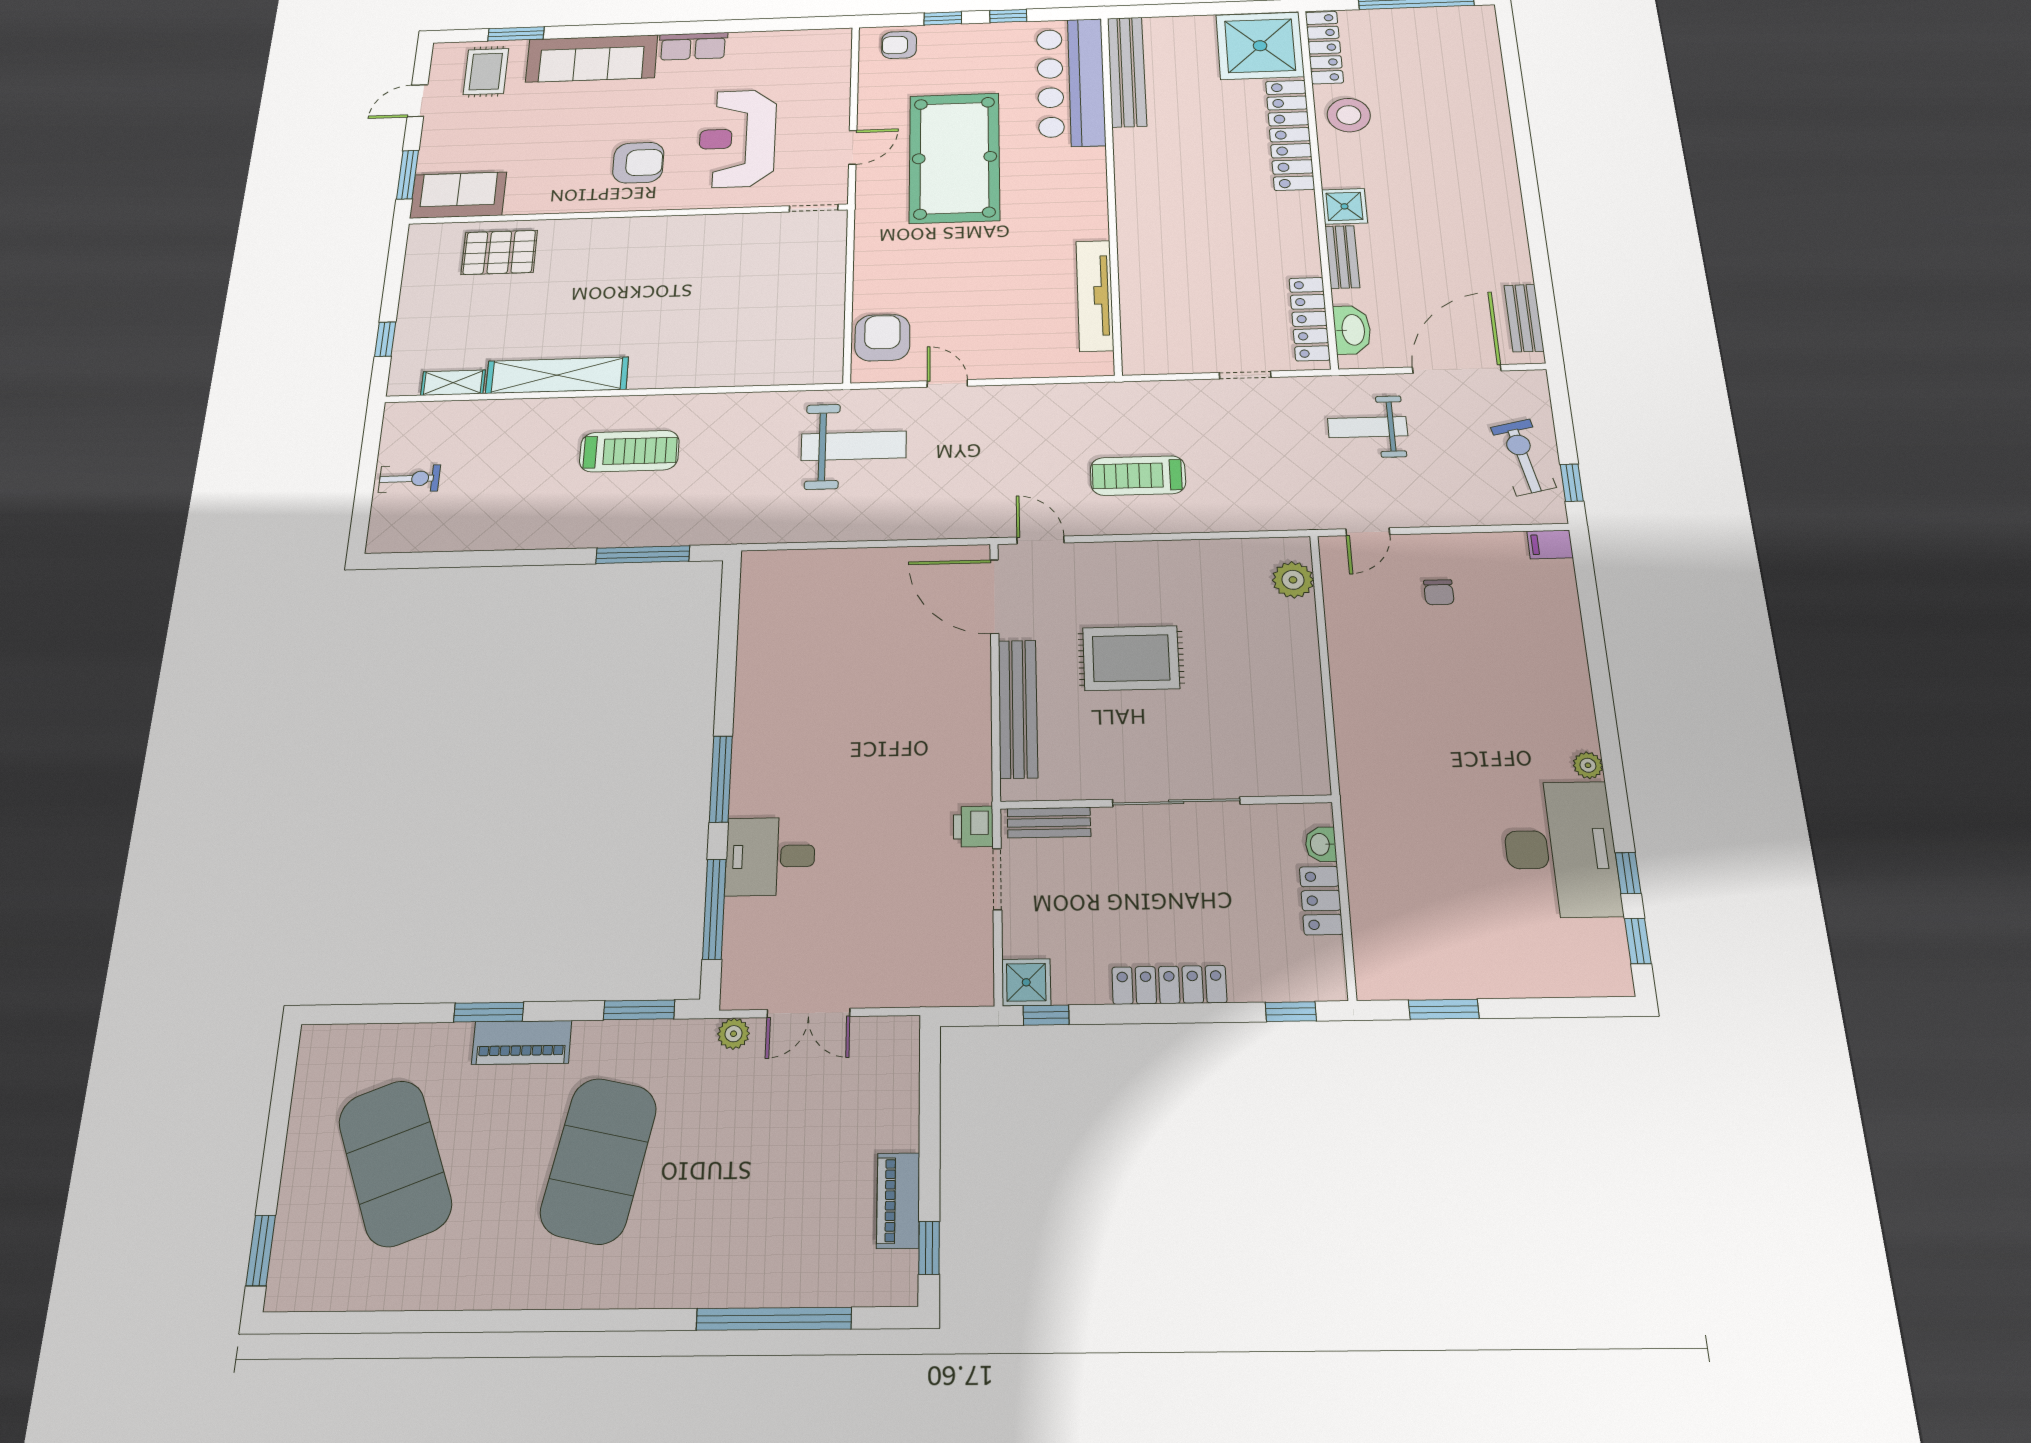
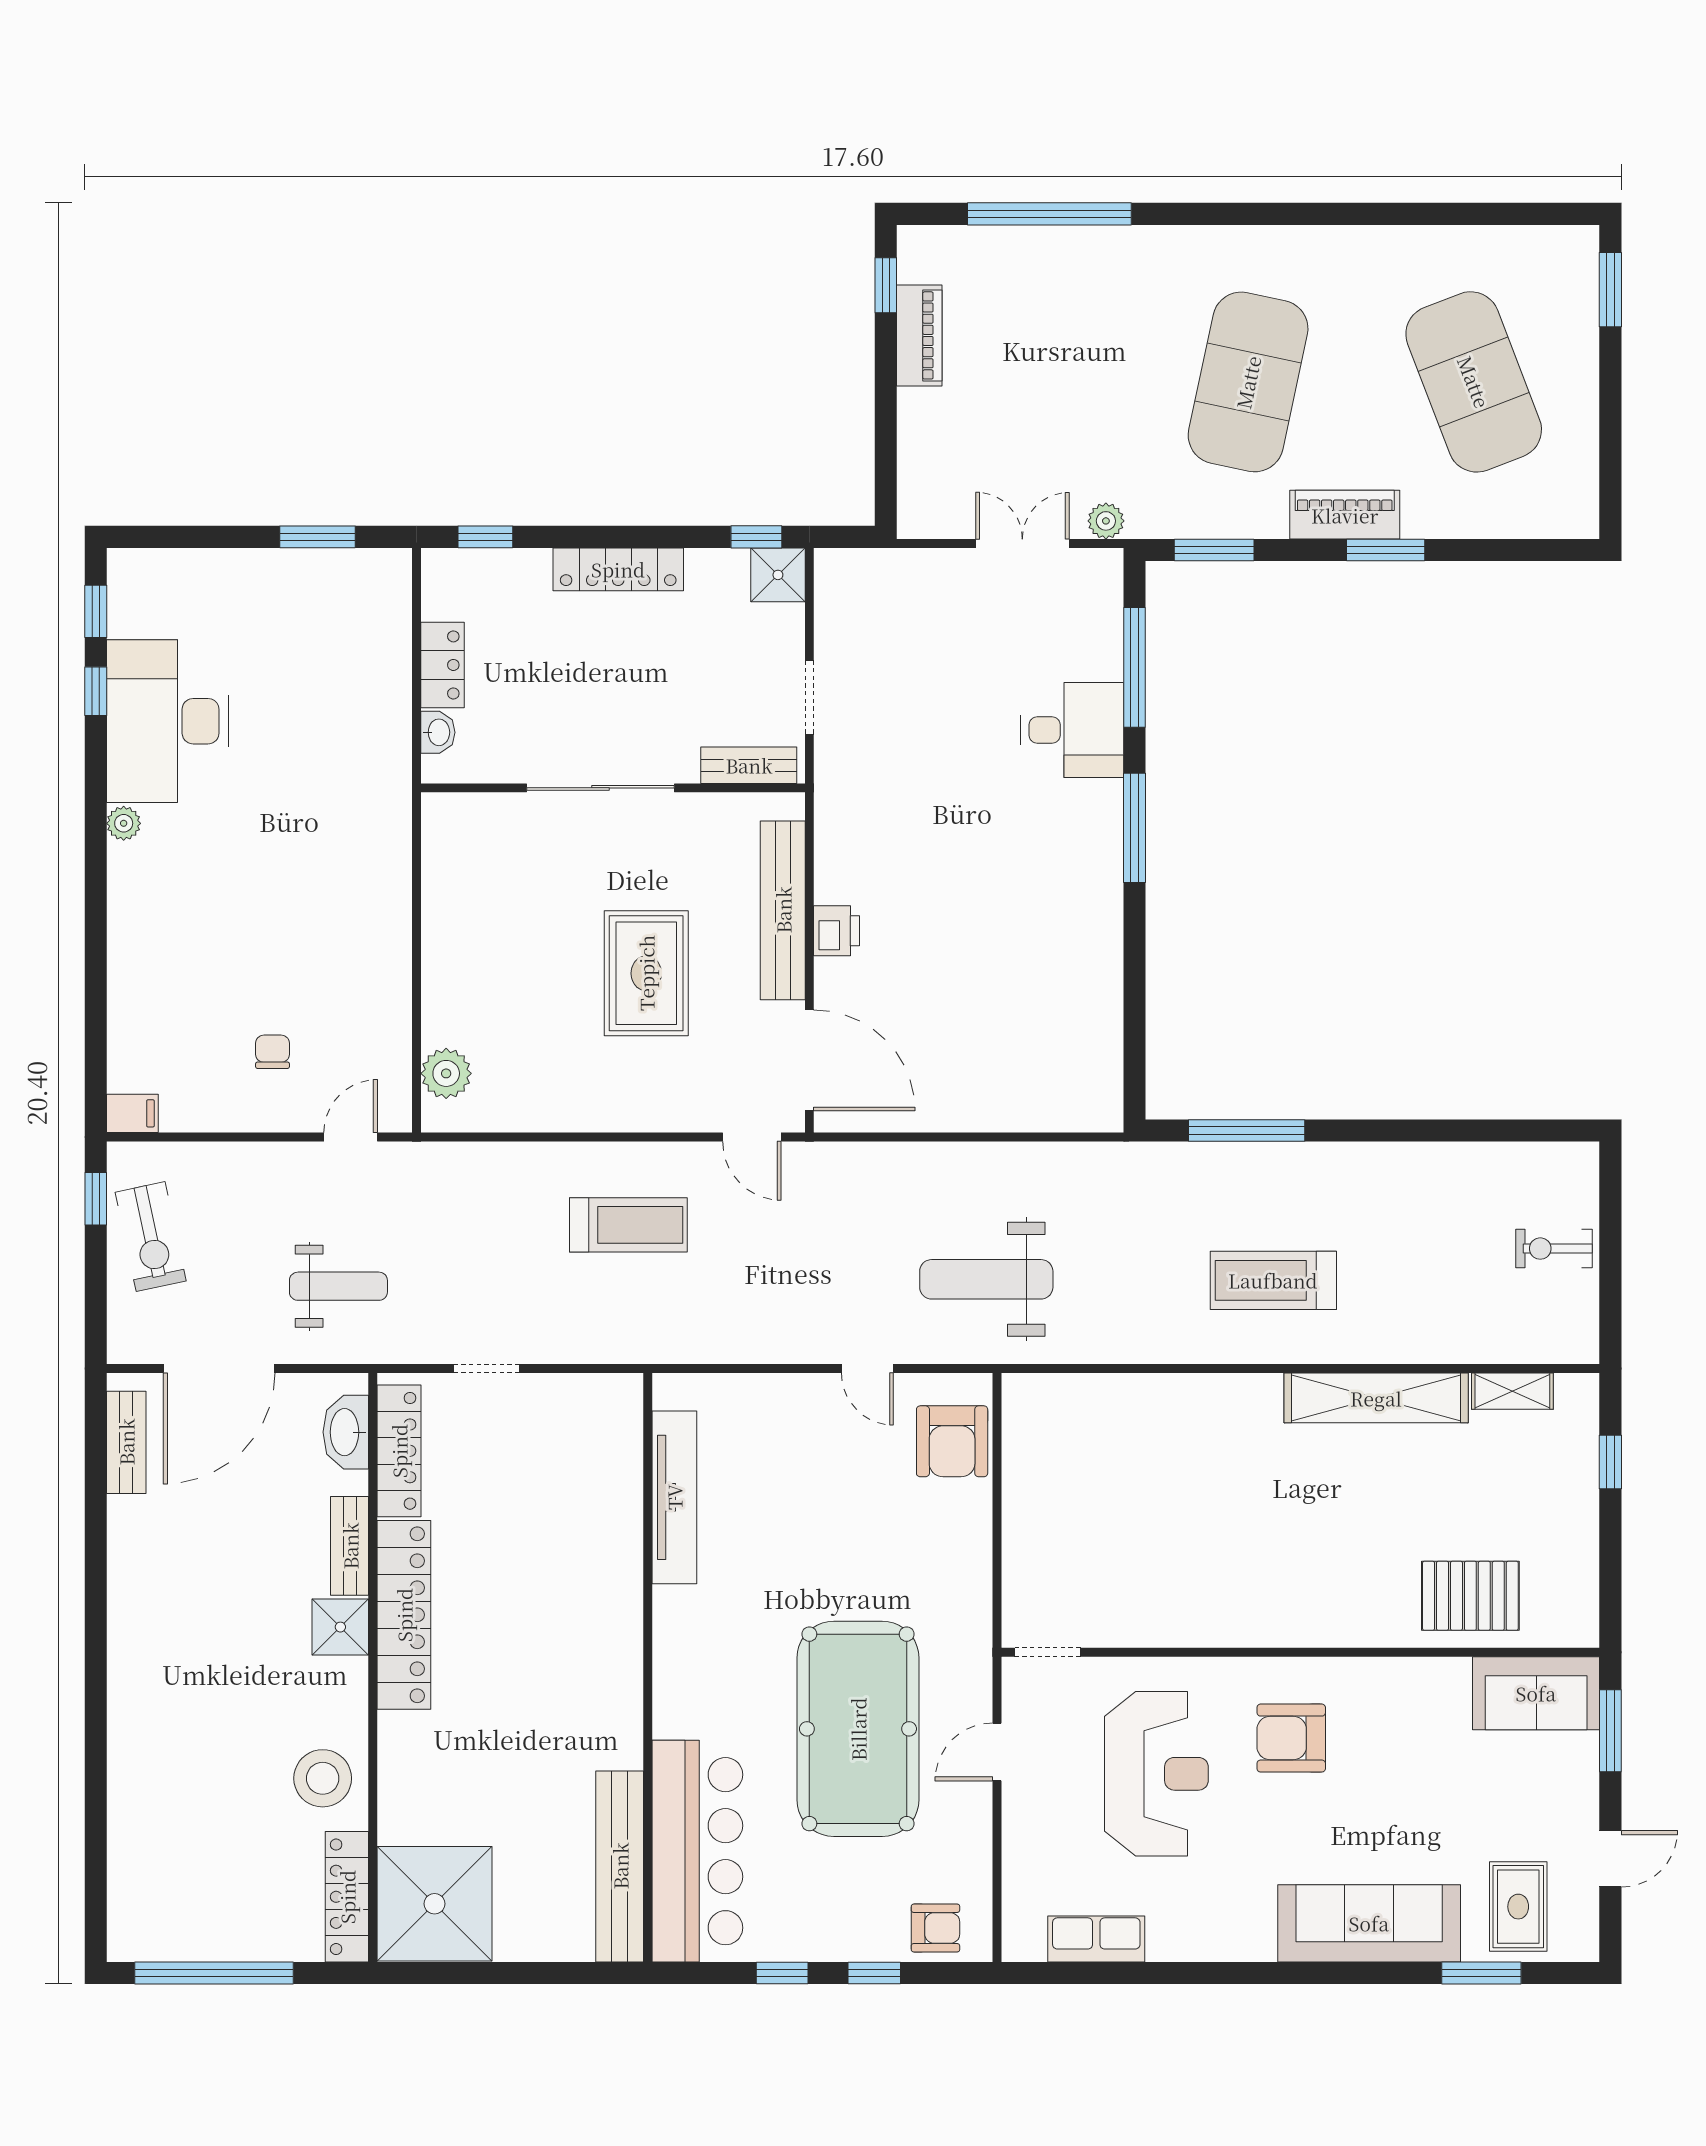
row of seats: (693, 46) -> (1096, 1939), moved
locker: (1290, 135) -> (404, 1615), moved
rug: (1131, 658) -> (646, 973), turned 90
printer: (973, 827) -> (837, 931), moved

